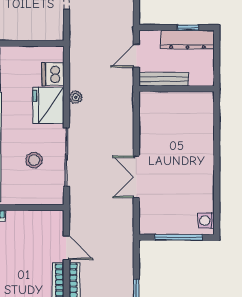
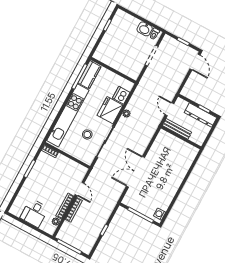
door: (136, 56) -> (169, 109), hinge flipped
double door: (136, 177) -> (136, 172), width x1.37

